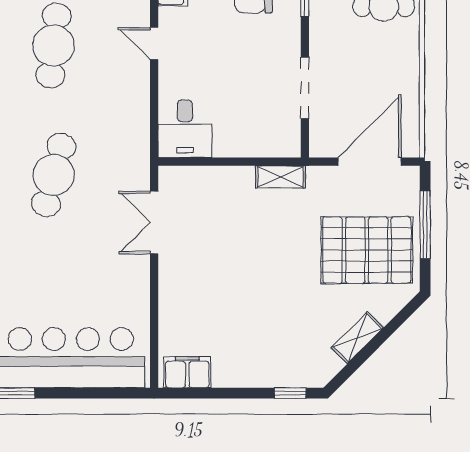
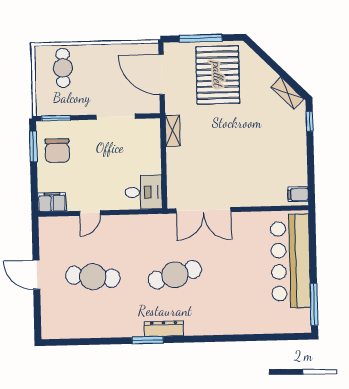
cafe table: (54, 175) -> (175, 275), turned -30
double door: (154, 222) -> (203, 210), width x1.37
shelving: (357, 338) -> (287, 93), moved
filing cabinet: (187, 372) -> (298, 194), width x0.50

